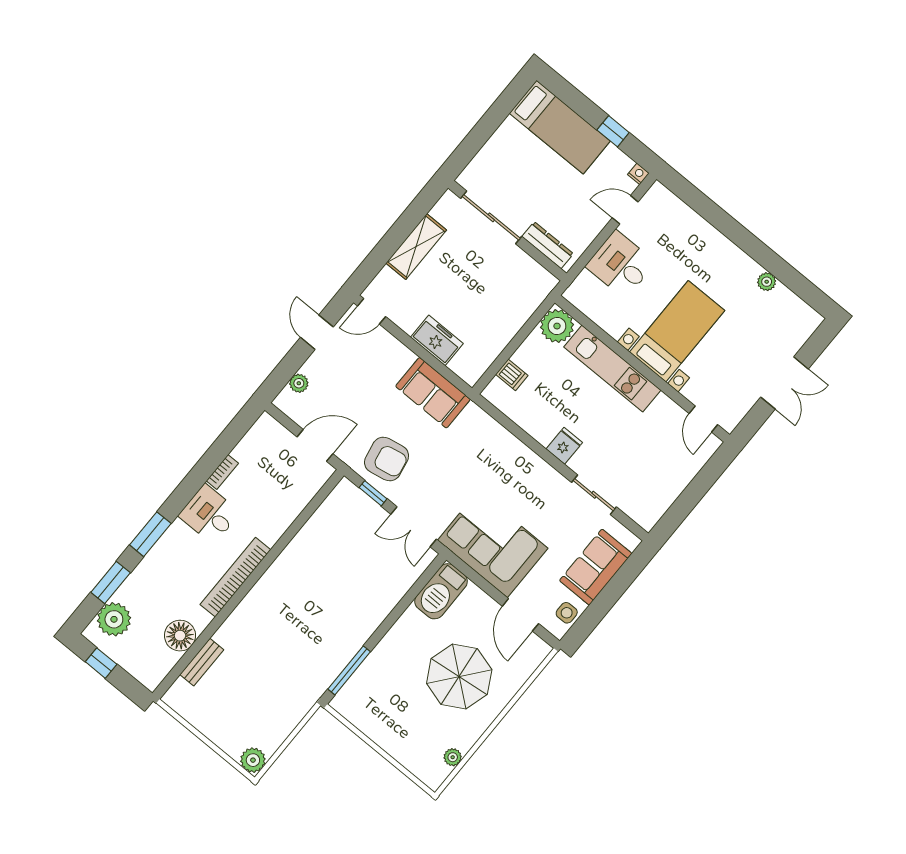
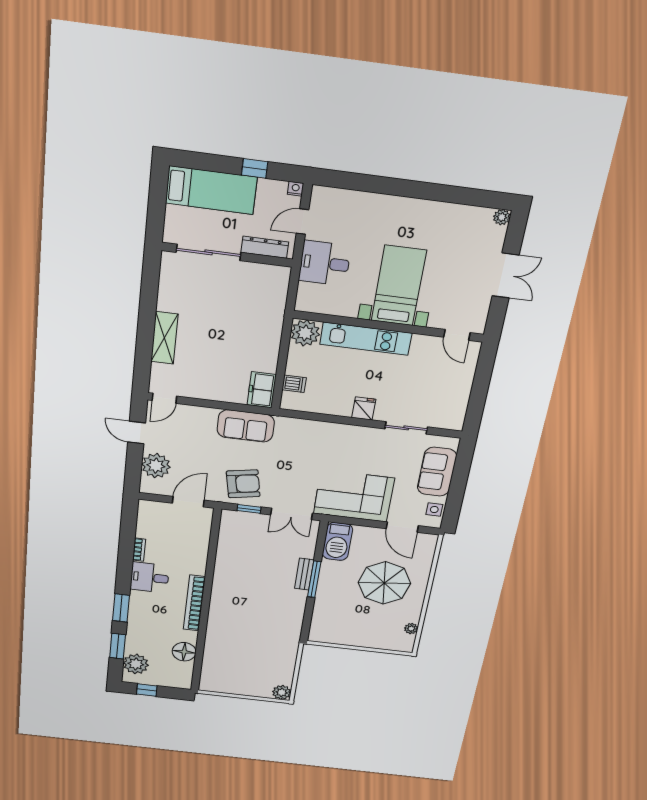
sliding door: (491, 217) -> (208, 252), moved
wall: (507, 231) -> (227, 255), moved
dresser: (548, 245) -> (265, 247), moved
plant: (767, 282) -> (502, 217), moved
freezer: (437, 340) -> (262, 390), moved, turned -90
plant: (299, 383) -> (156, 466), width x1.87, depth x1.87
bench: (202, 662) -> (304, 574), moved
window: (349, 670) -> (314, 579), moved

